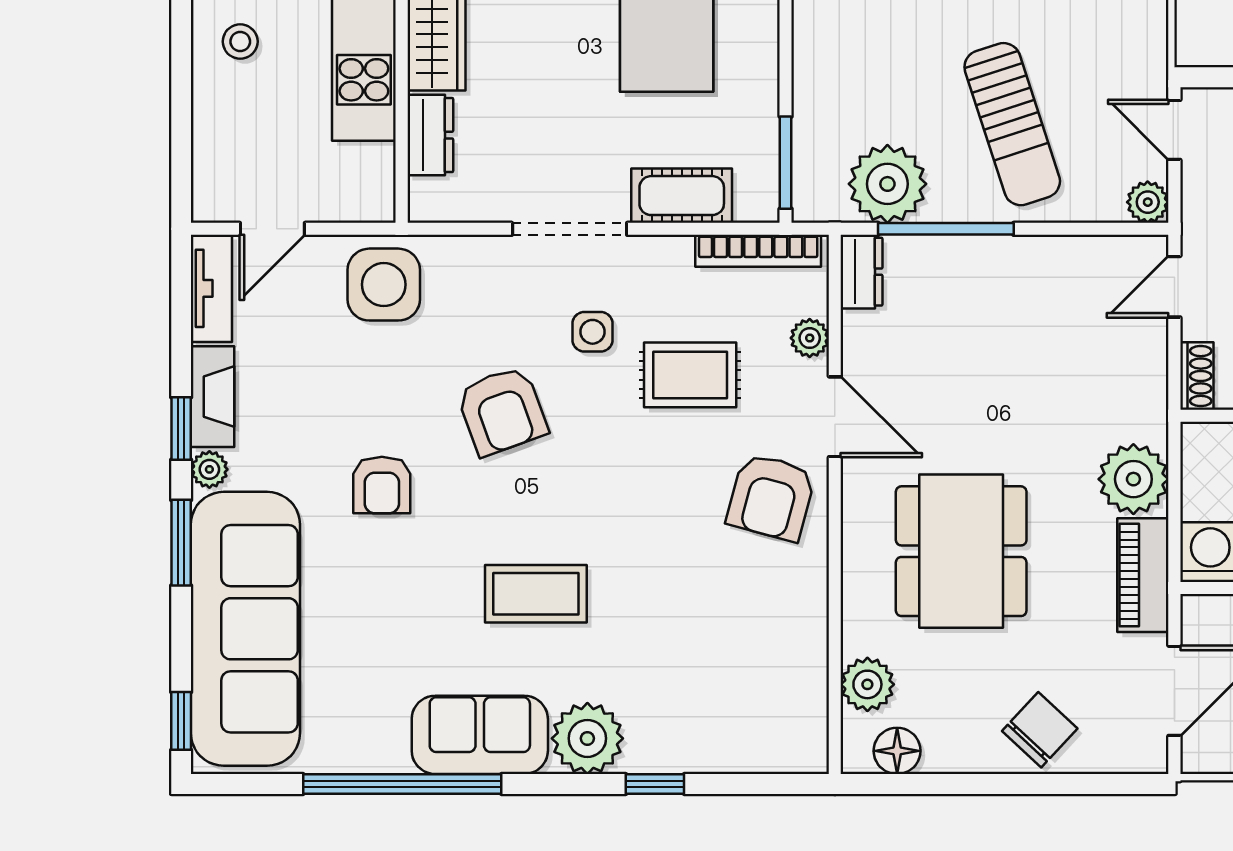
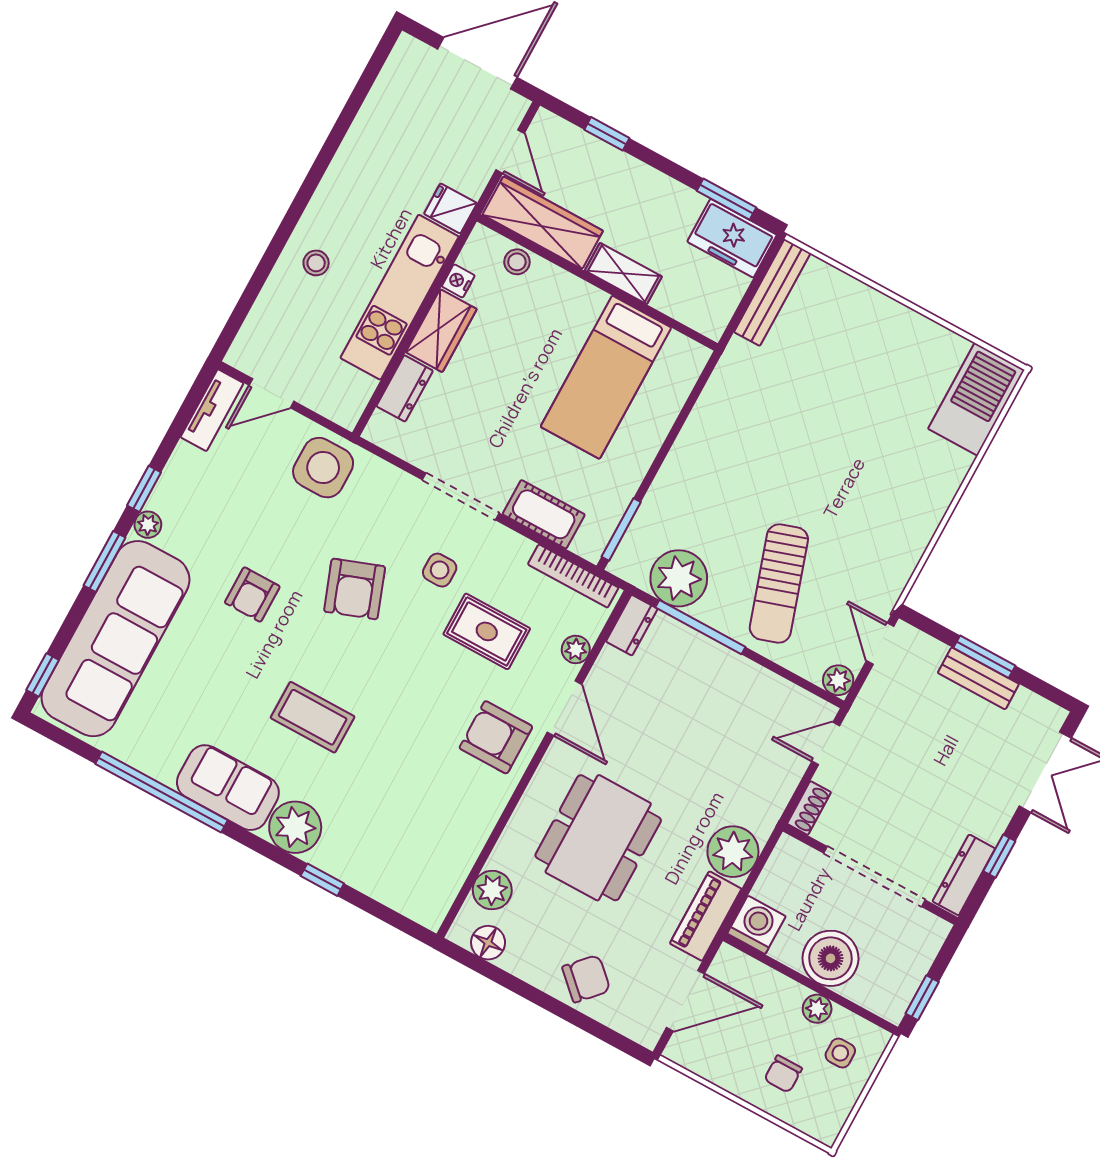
fireplace: (213, 397) -> (175, 479), removed
armchair: (771, 497) -> (496, 737), turned 75

